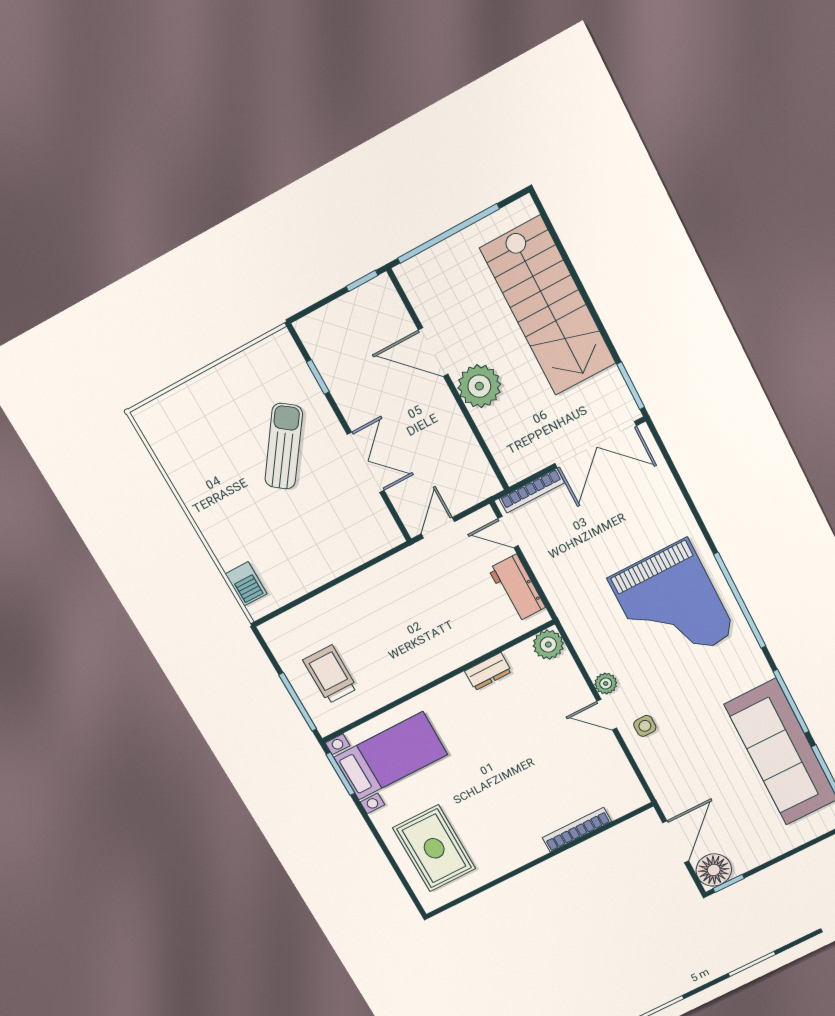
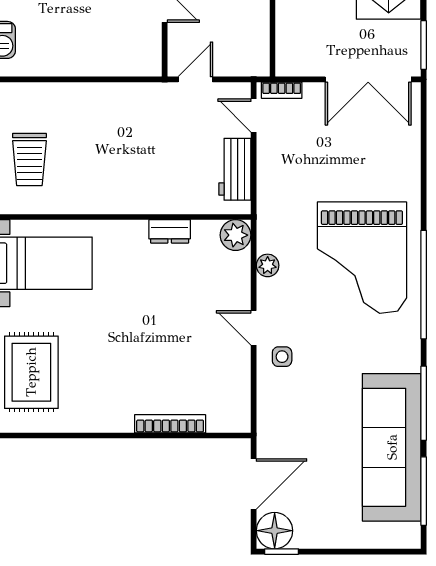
bookcase: (532, 491) -> (282, 90), width x0.64
trolley: (330, 674) -> (29, 159), turned 180
plant: (606, 683) -> (268, 265), moved

